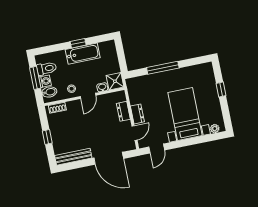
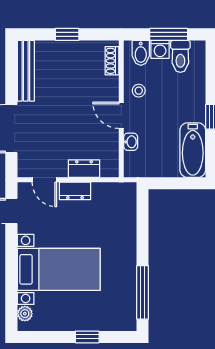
bathtub: (83, 54) -> (193, 150), moved
window: (163, 68) -> (143, 292), moved
shower: (115, 81) -> (136, 165), removed

